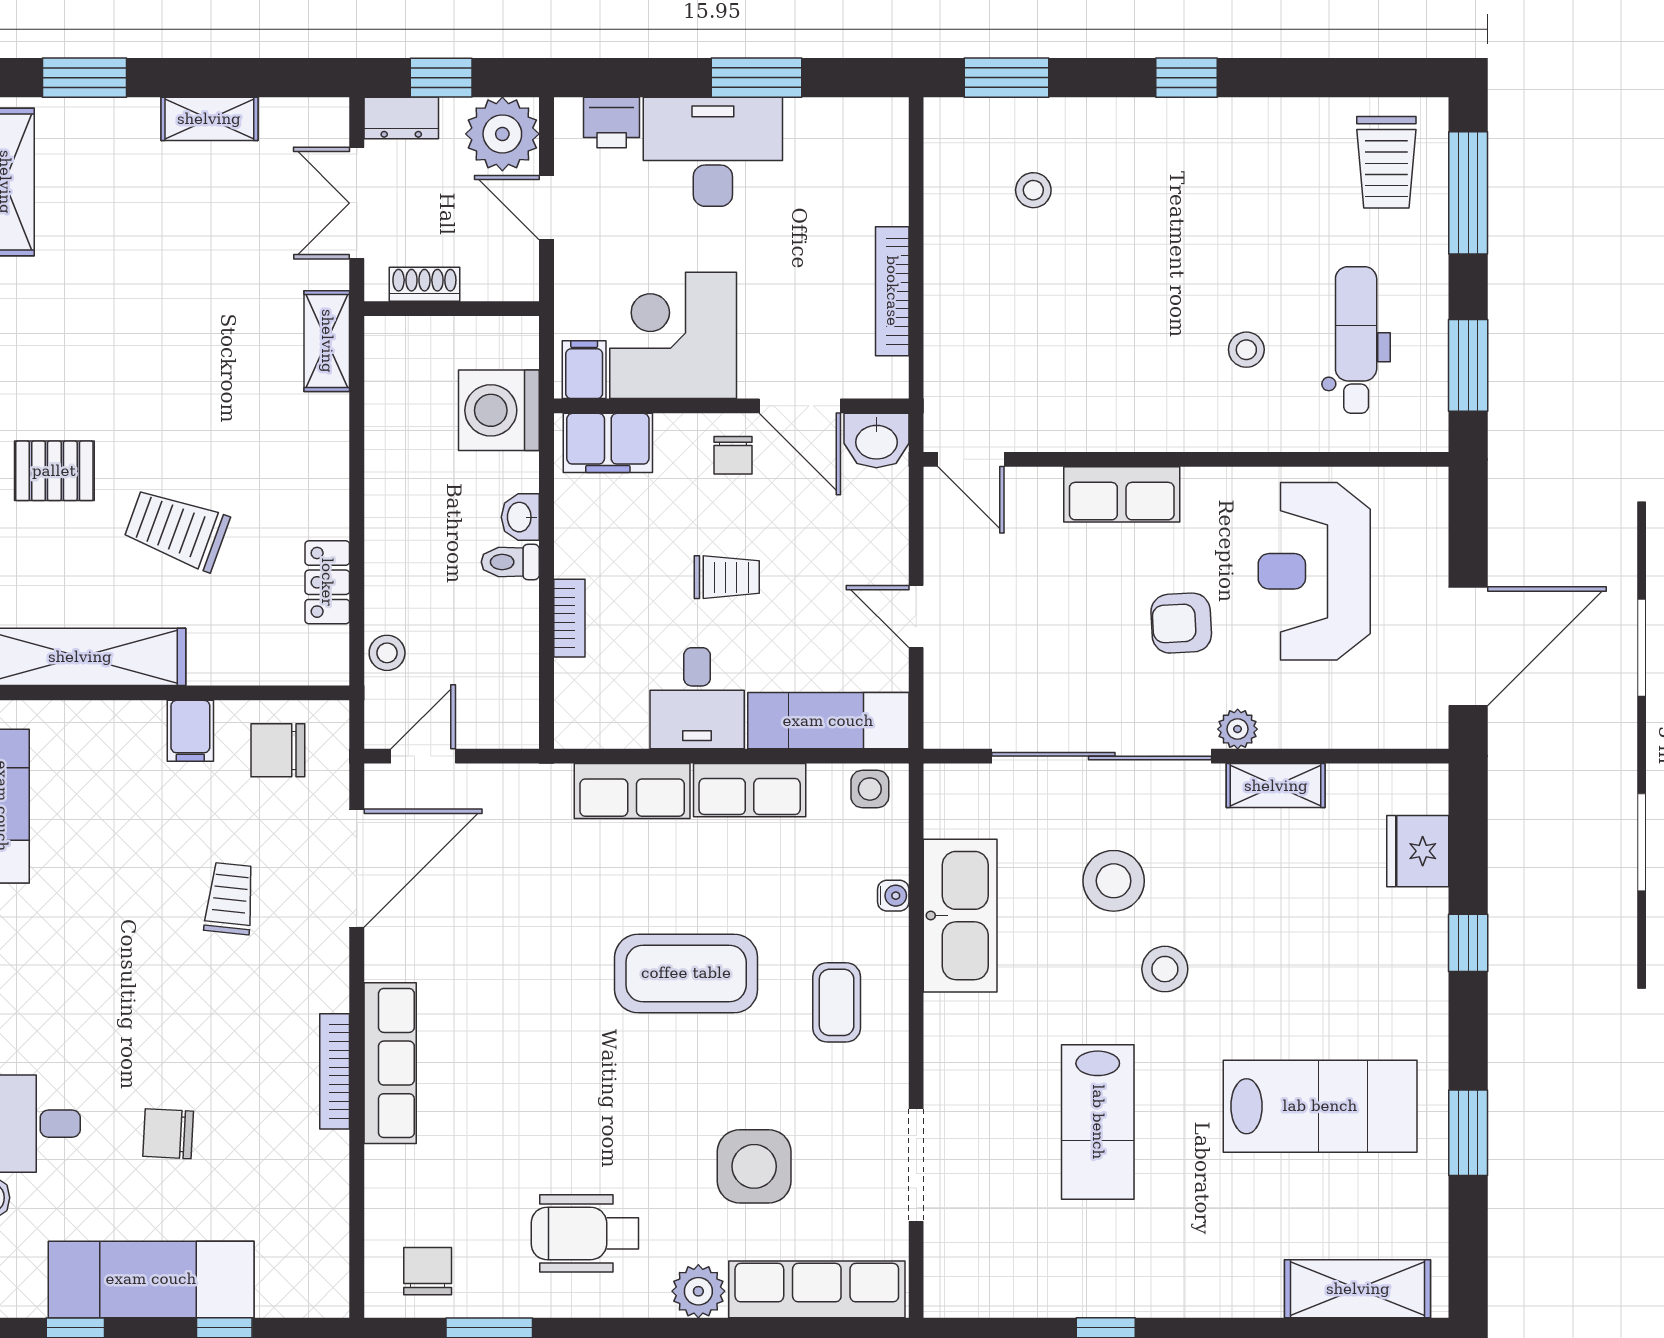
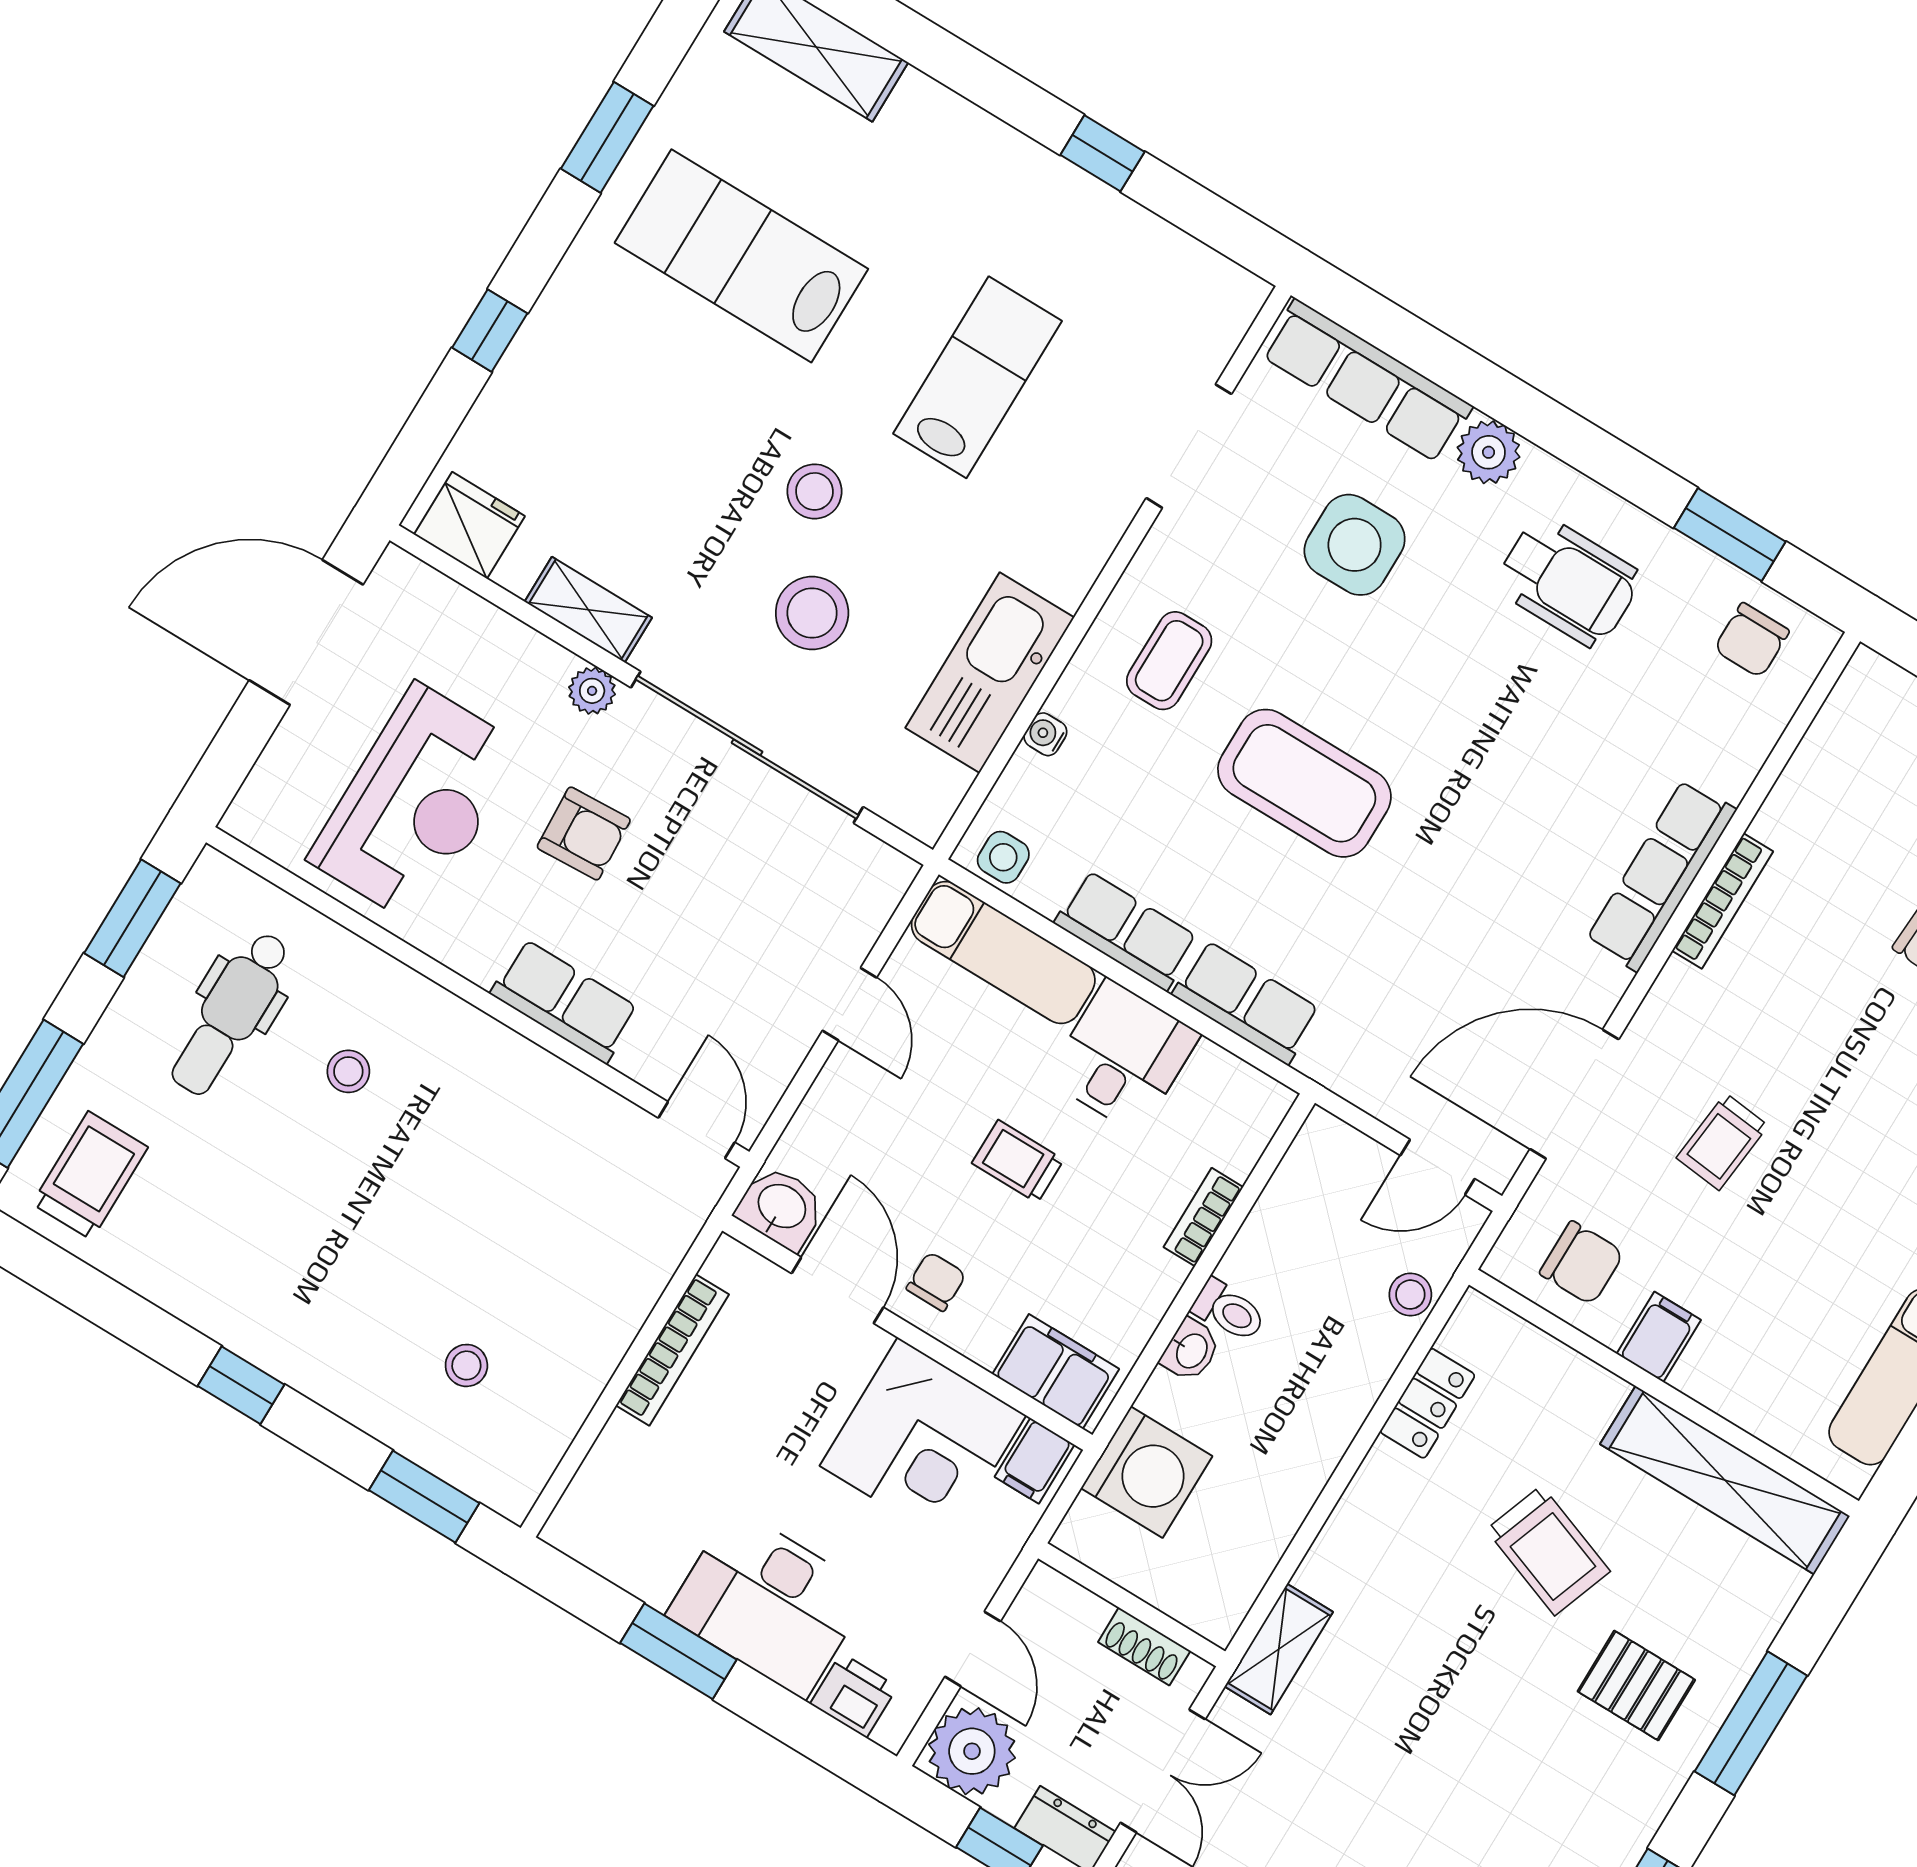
fridge: (1418, 851) -> (469, 525), moved, turned -90

